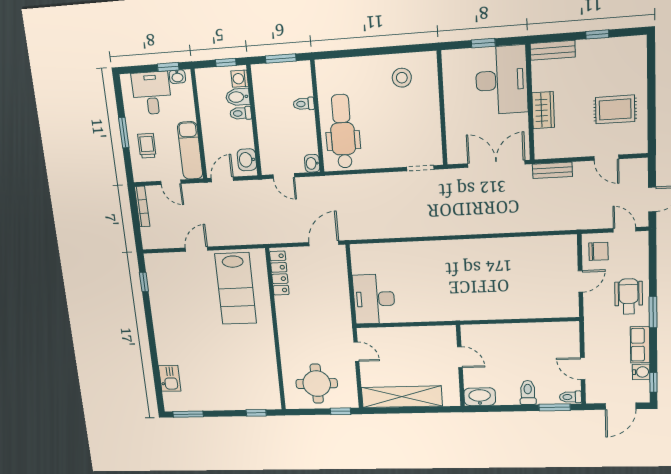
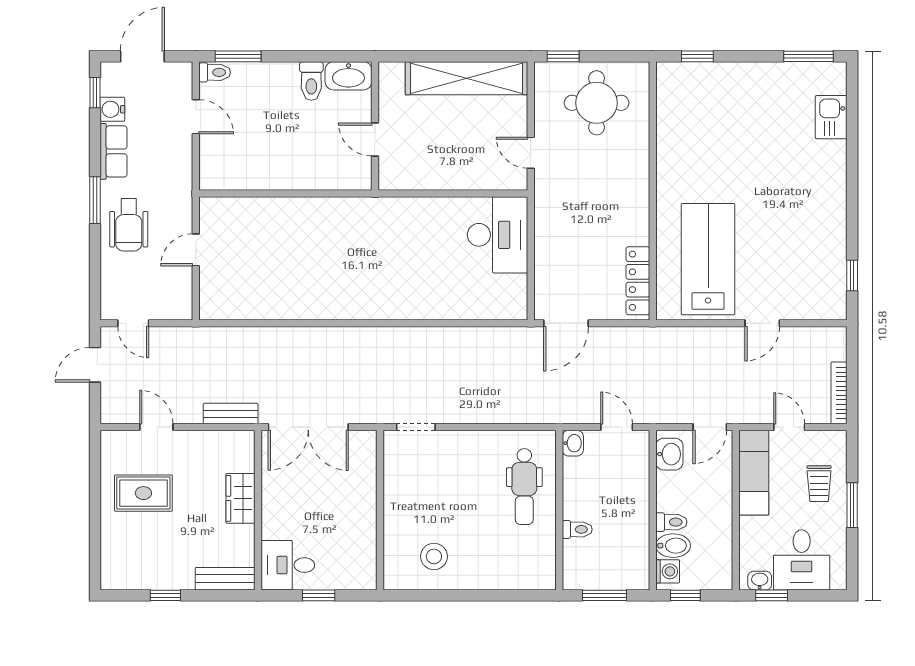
desk: (502, 80) -> (288, 565), width x0.53, depth x0.77
dental chair: (343, 131) -> (524, 487), width x0.73, depth x0.72
chair: (598, 251) -> (170, 293), removed
toilet: (528, 392) -> (311, 81), moved

